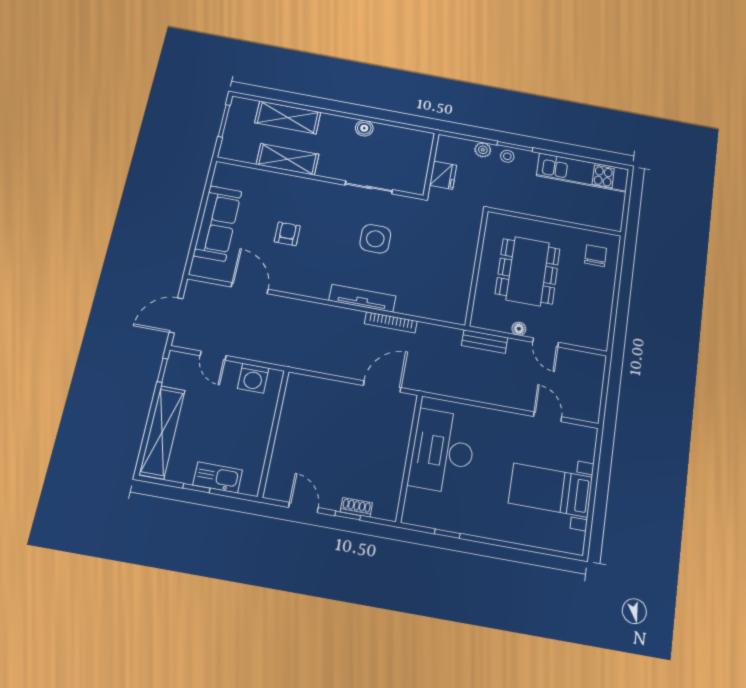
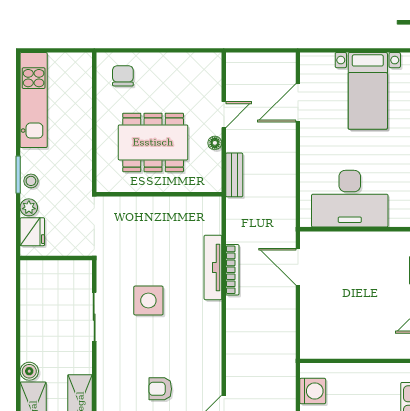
boiler: (364, 128) -> (29, 371), moved
fridge: (443, 175) -> (32, 232), moved, turned 90
chair: (596, 256) -> (123, 76), turned 90
tv unit: (362, 298) -> (213, 267), moved
door: (548, 417) -> (298, 103), width x1.38

